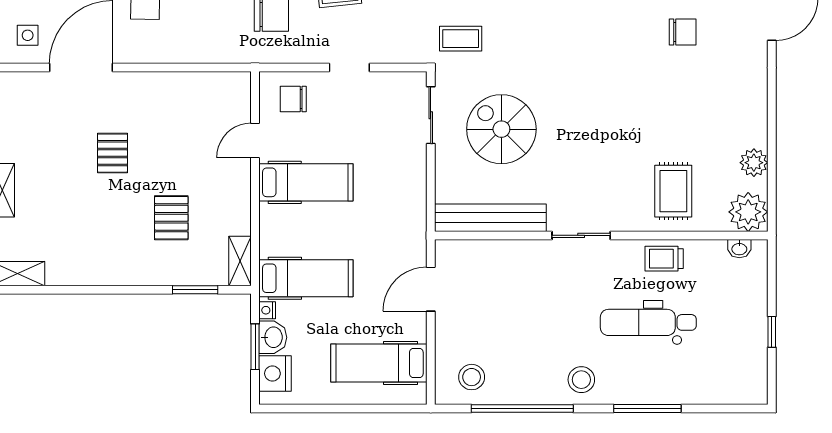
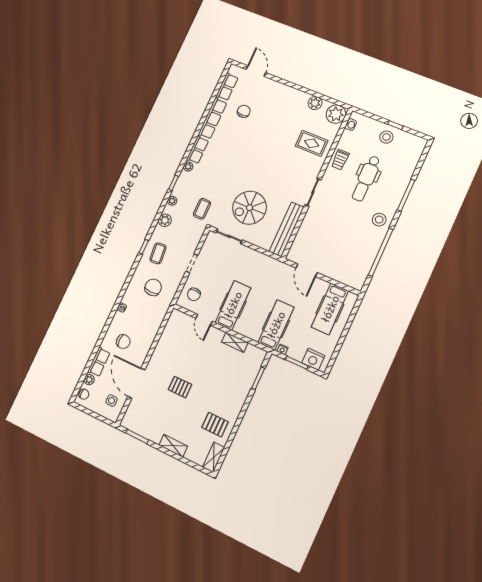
pallet: (171, 218) -> (215, 425), moved
shelving: (240, 261) -> (235, 342), moved
washbasin: (273, 337) -> (296, 353), removed
stool: (472, 377) -> (386, 137), moved

